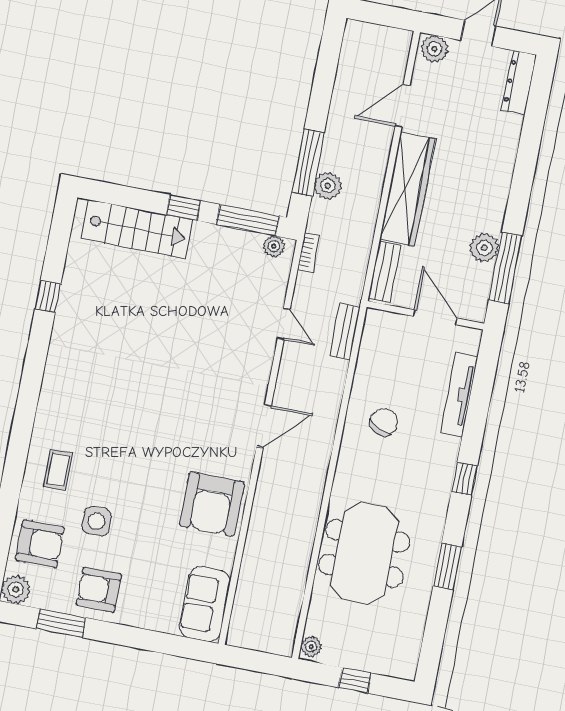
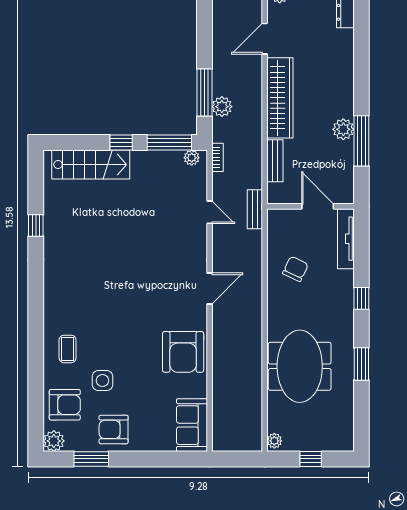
wall: (425, 315) -> (310, 206), moved
door: (435, 317) -> (318, 206), moved

